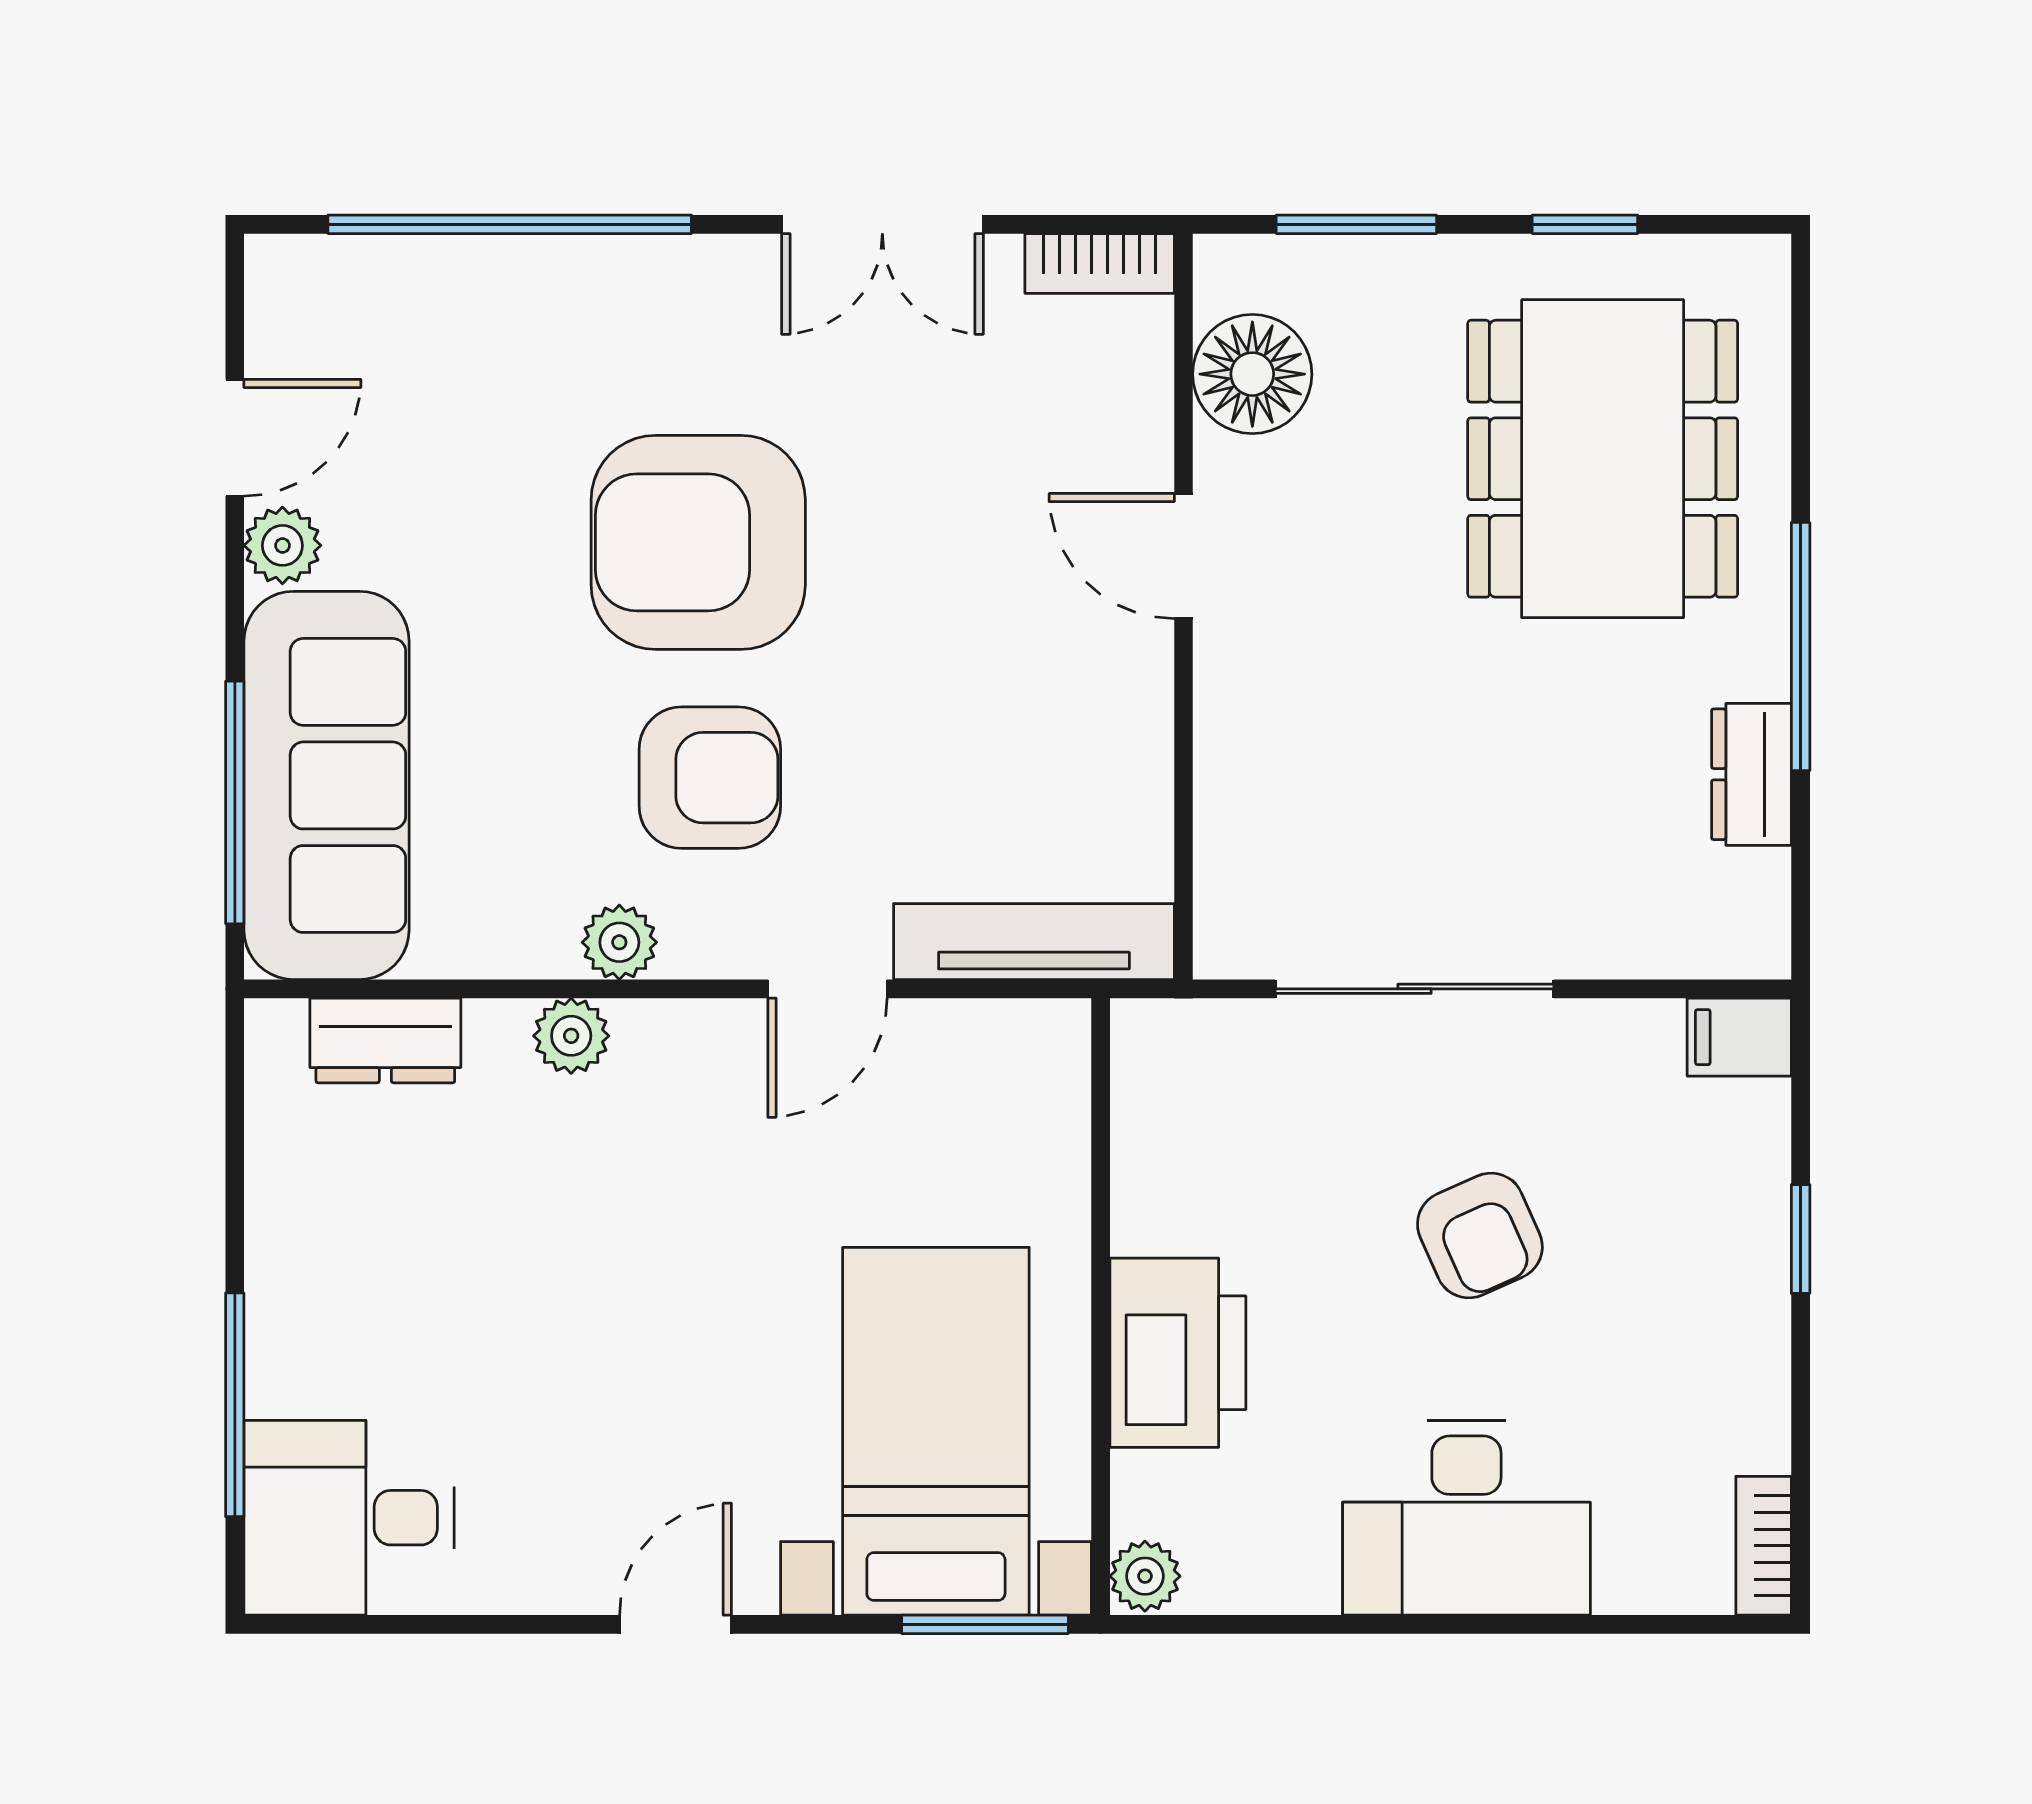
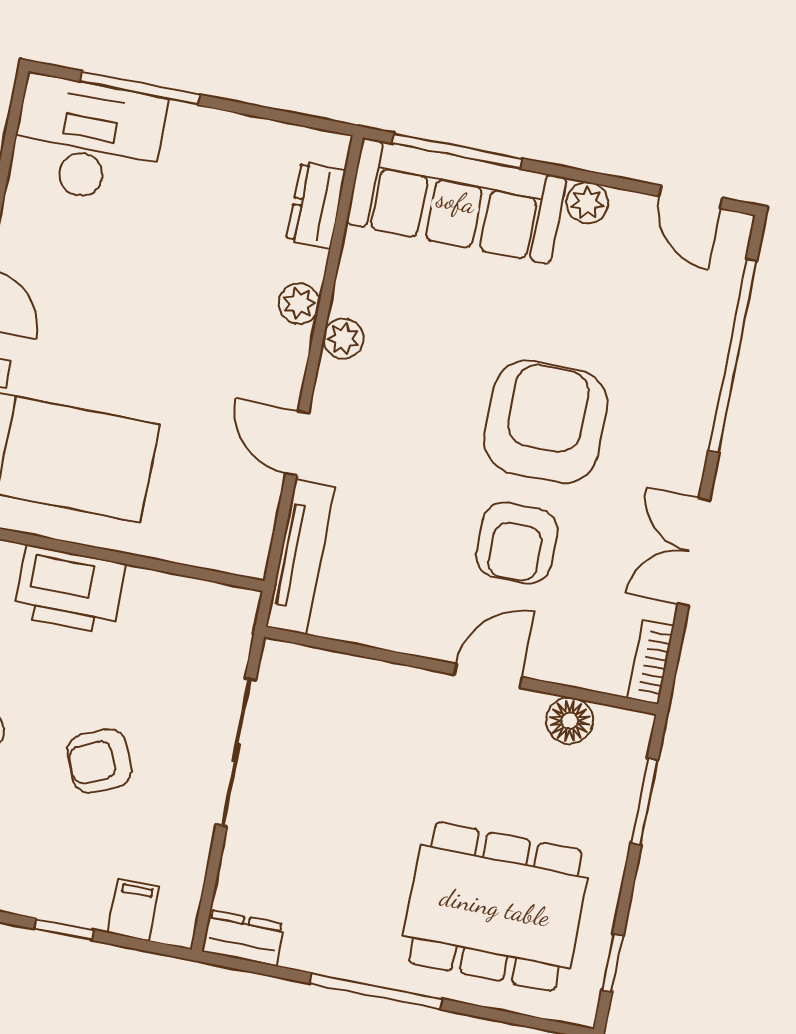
window: (1585, 224) -> (612, 963), moved
floor lamp: (1252, 374) -> (570, 721), width x0.73, depth x0.73
door: (235, 438) -> (691, 197), moved
dresser: (1751, 774) -> (243, 938), moved
armchair: (710, 778) -> (517, 543), moved
filing cabinet: (1739, 1037) -> (134, 910), moved
desk: (349, 1518) -> (88, 140), width x1.37

